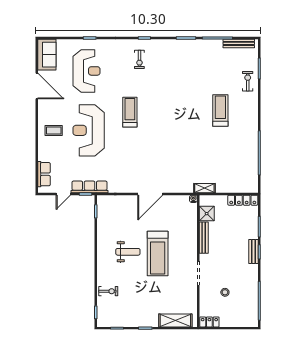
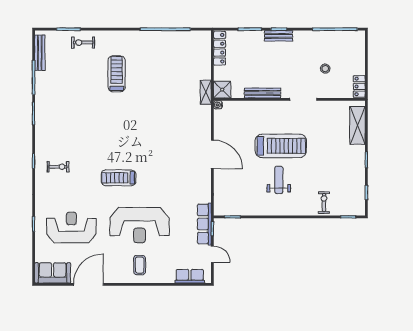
treadmill: (220, 110) -> (117, 74), turned 90
shower: (207, 214) -> (222, 90), moved

